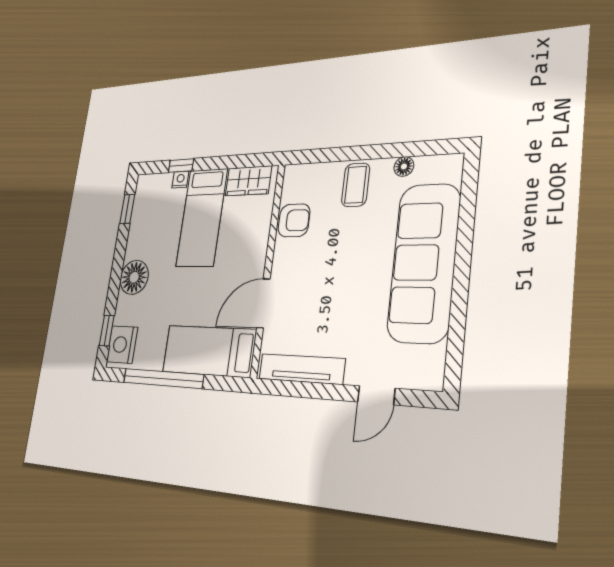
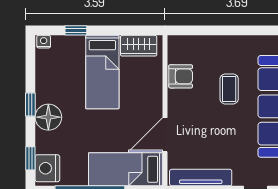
floor lamp: (404, 166) -> (258, 42), removed
nightstand: (180, 180) -> (44, 42), moved
coffee table: (356, 185) -> (229, 89), moved
window: (127, 209) -> (30, 104), moved

